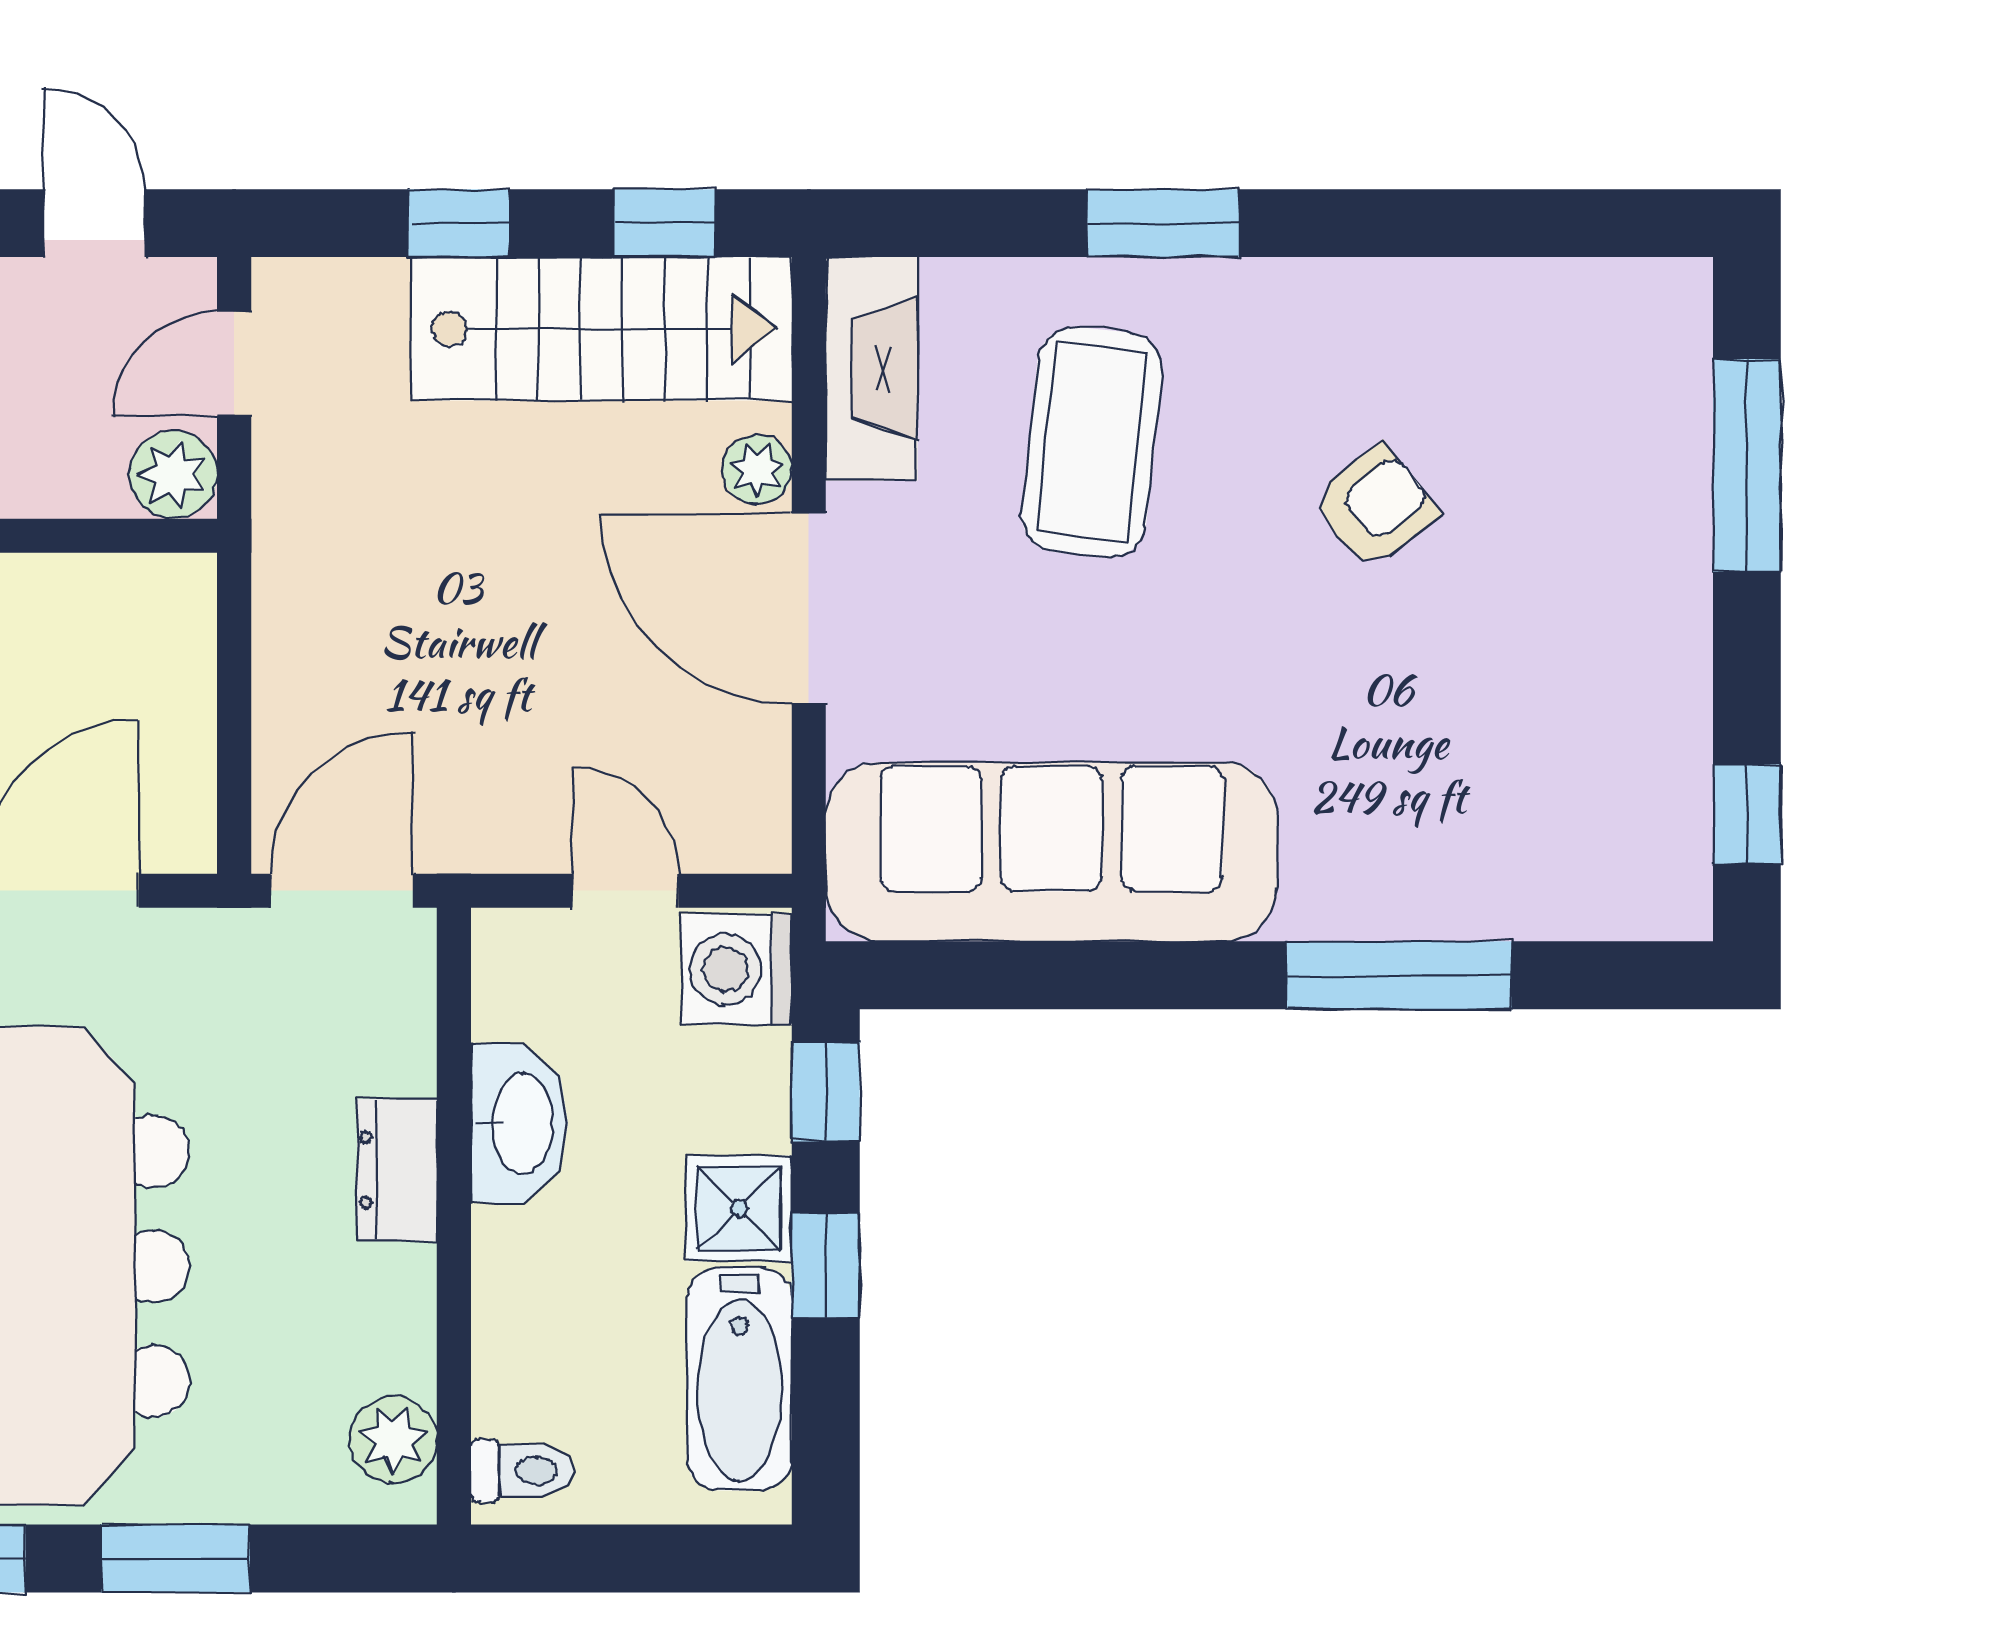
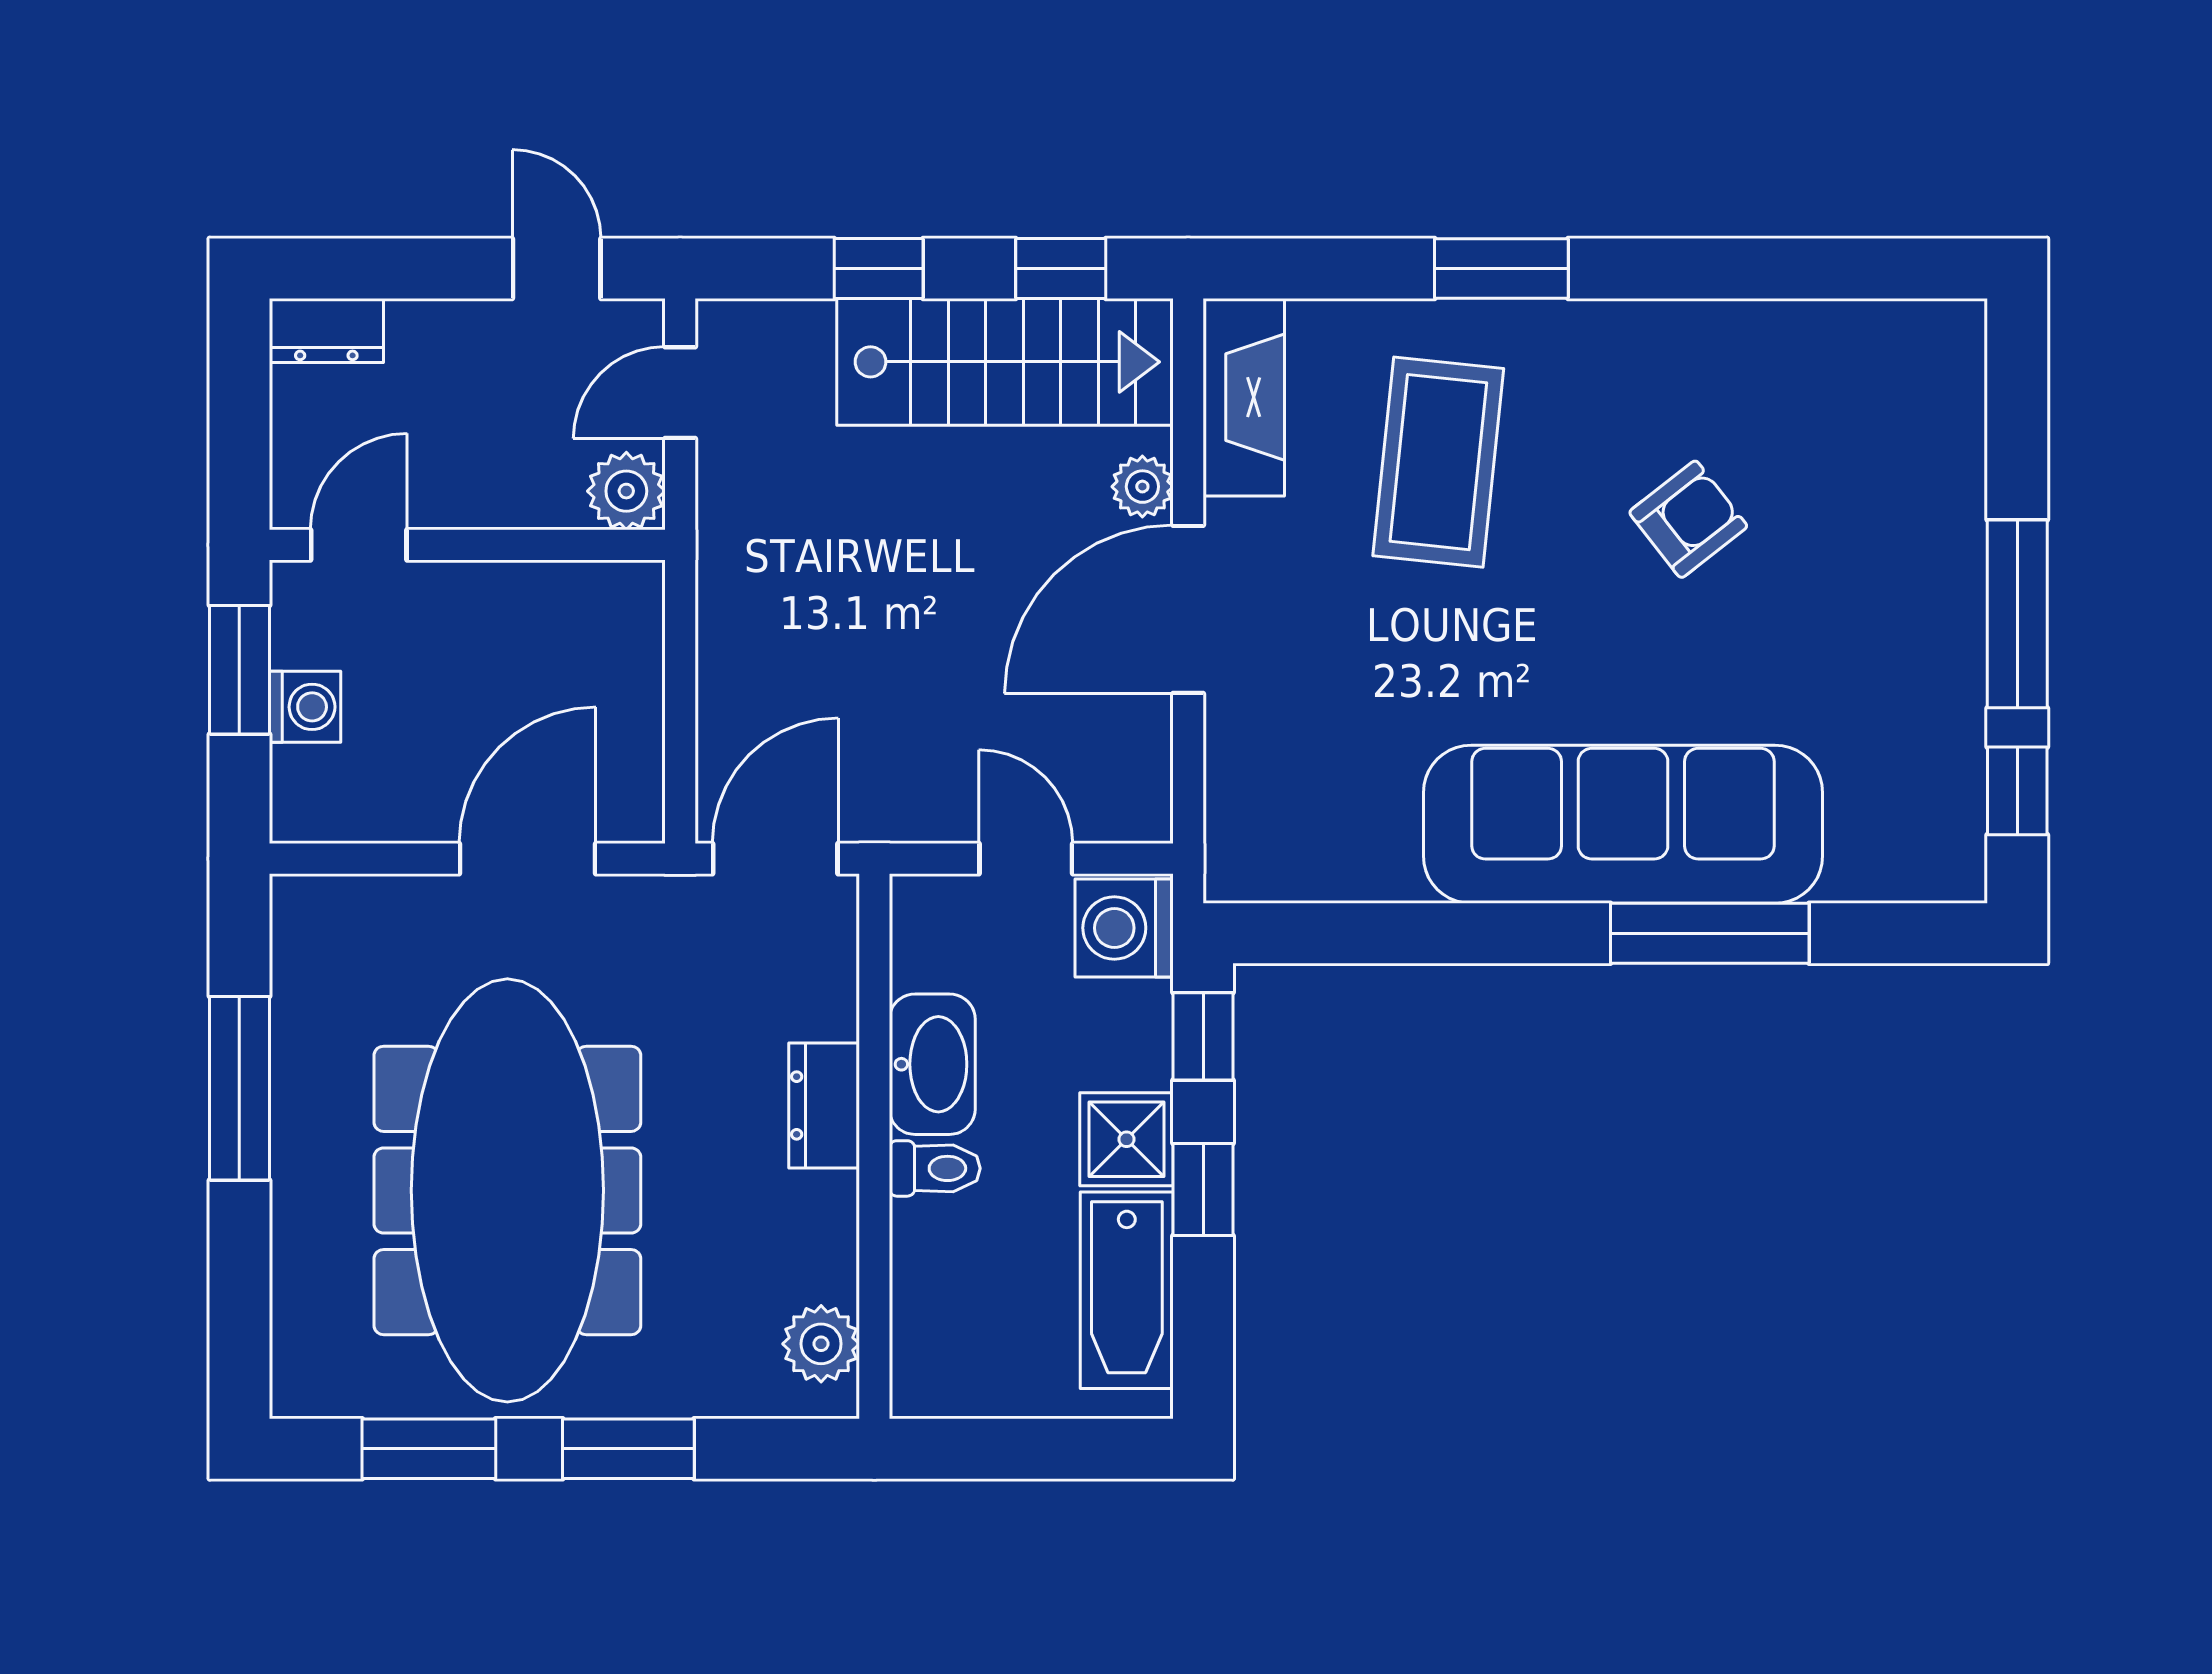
window: (1747, 465) -> (2017, 614), moved
door: (809, 609) -> (1188, 609), hinge flipped
sofa: (1051, 852) -> (1623, 824), moved
toilet: (522, 1471) -> (935, 1168), moved

